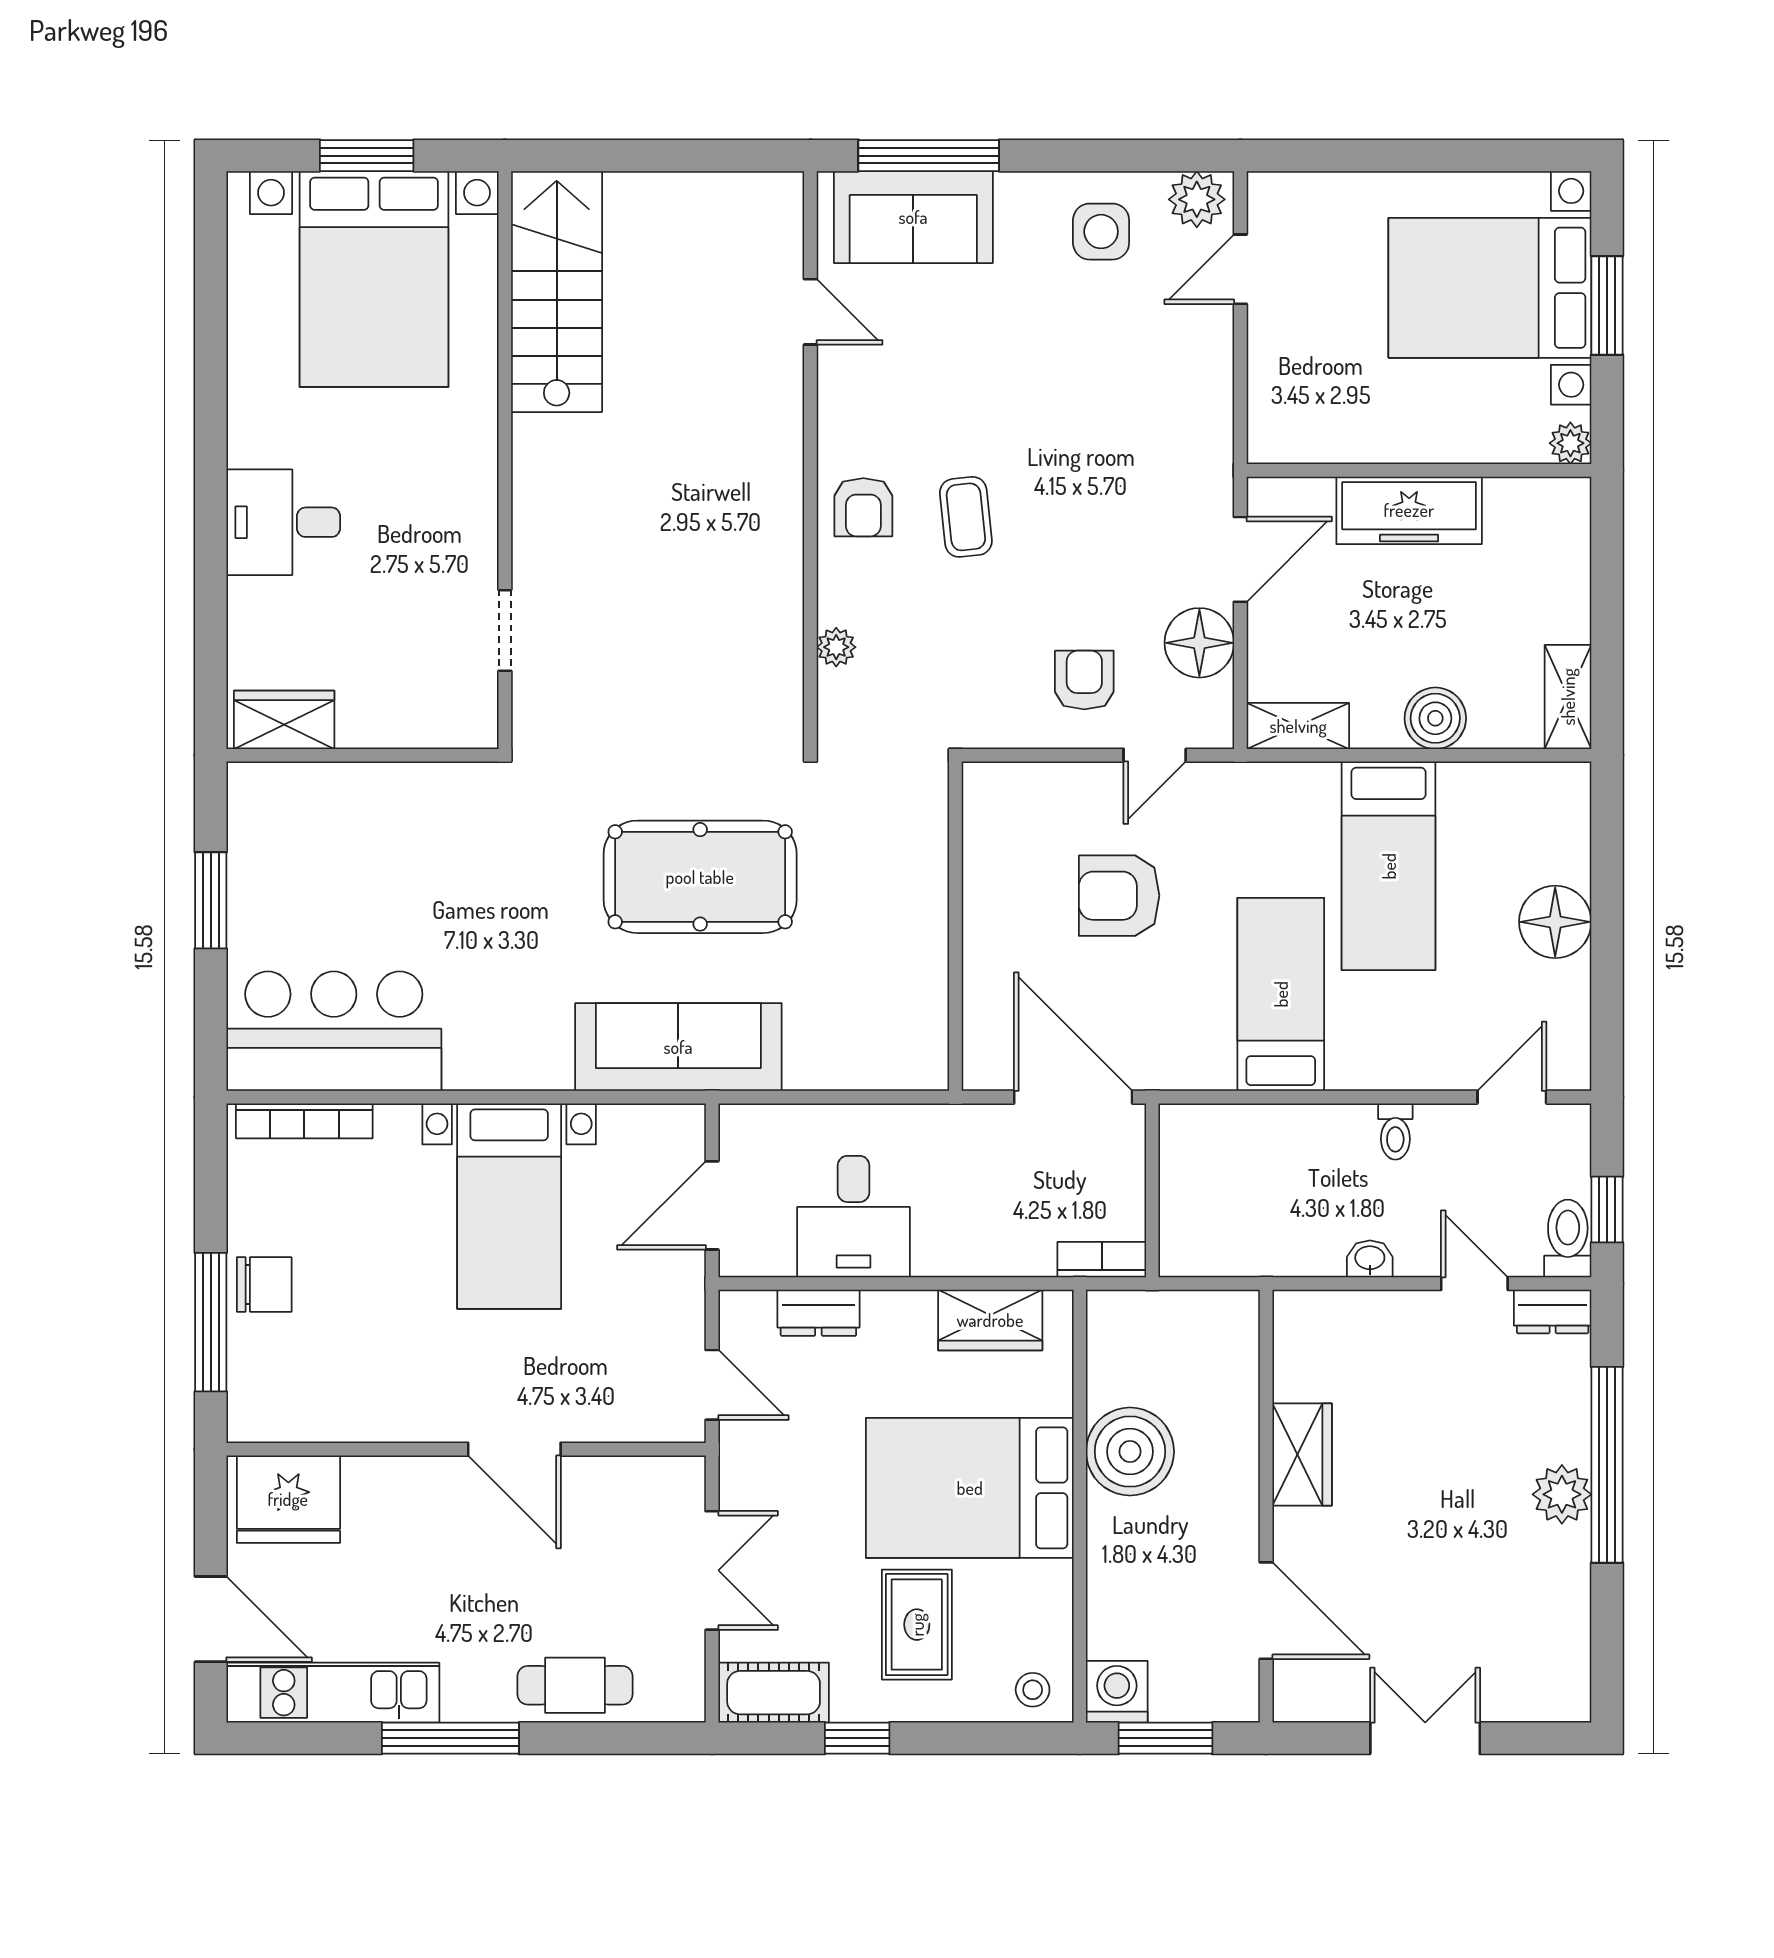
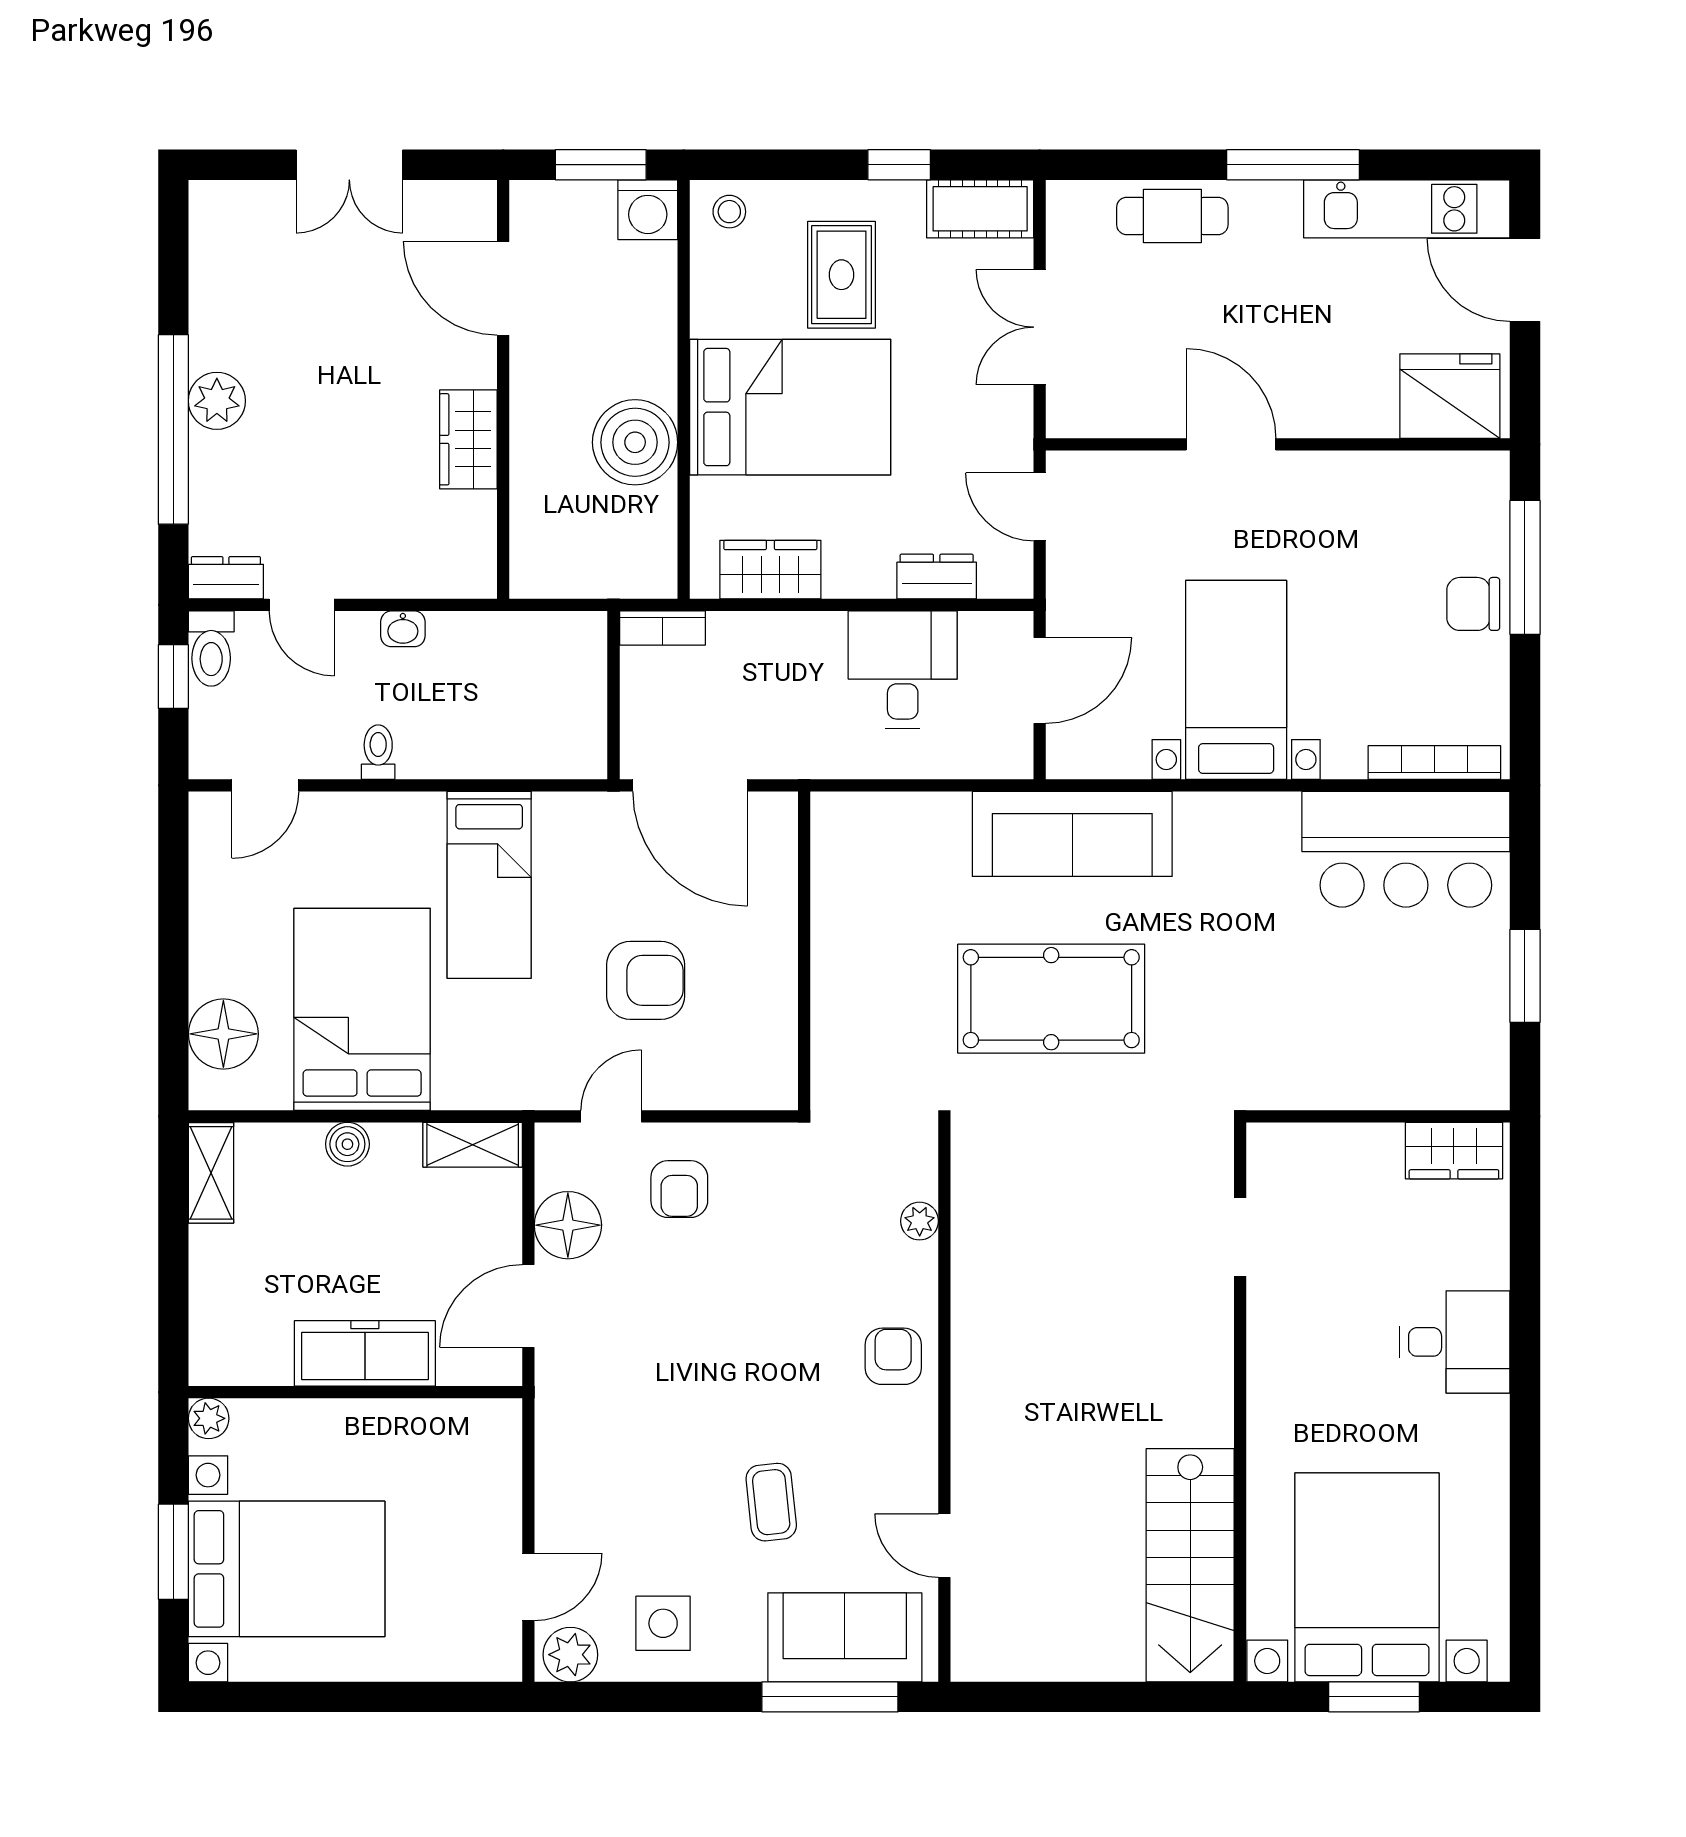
coffee table: (966, 517) -> (771, 1502), moved
boiler: (1435, 718) -> (347, 1144), width x0.73, depth x0.73
bed: (1389, 866) -> (362, 1009), width x1.50
floor lamp: (1555, 922) -> (223, 1034), moved

